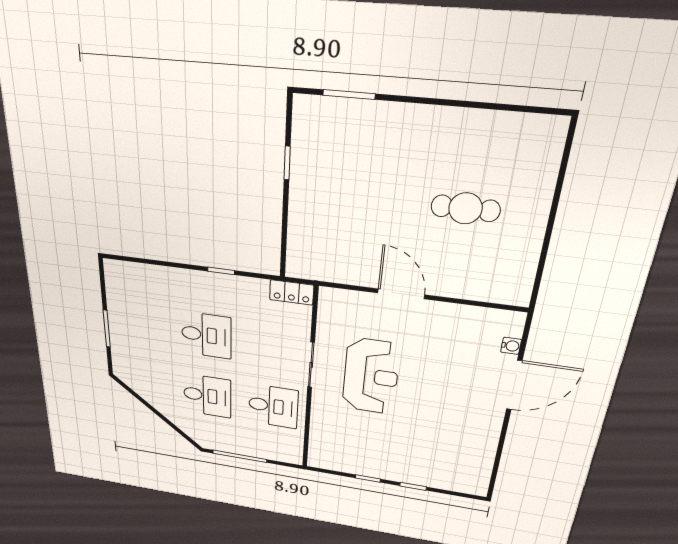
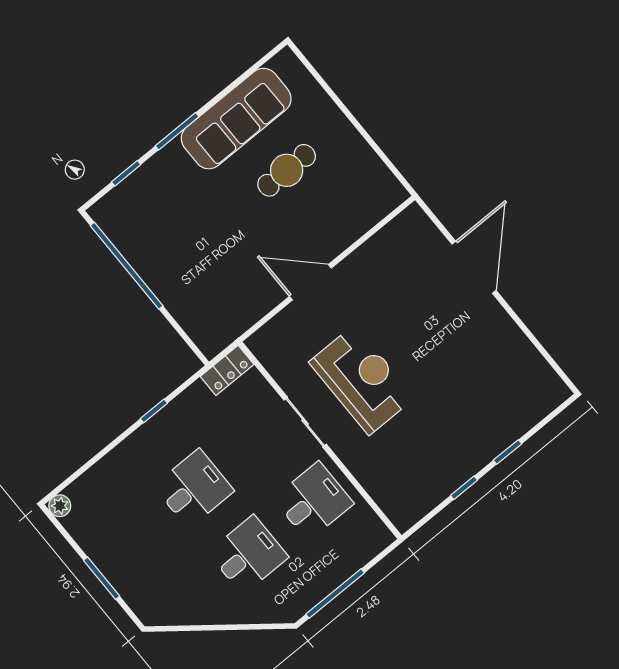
window: (349, 95) -> (126, 173), width x0.67
window: (418, 100) -> (177, 131), added
sofa: (471, 135) -> (236, 119), added
window: (287, 163) -> (127, 266), width x3.17
plant: (112, 268) -> (60, 506), added
water cooler: (511, 346) -> (434, 238), removed

